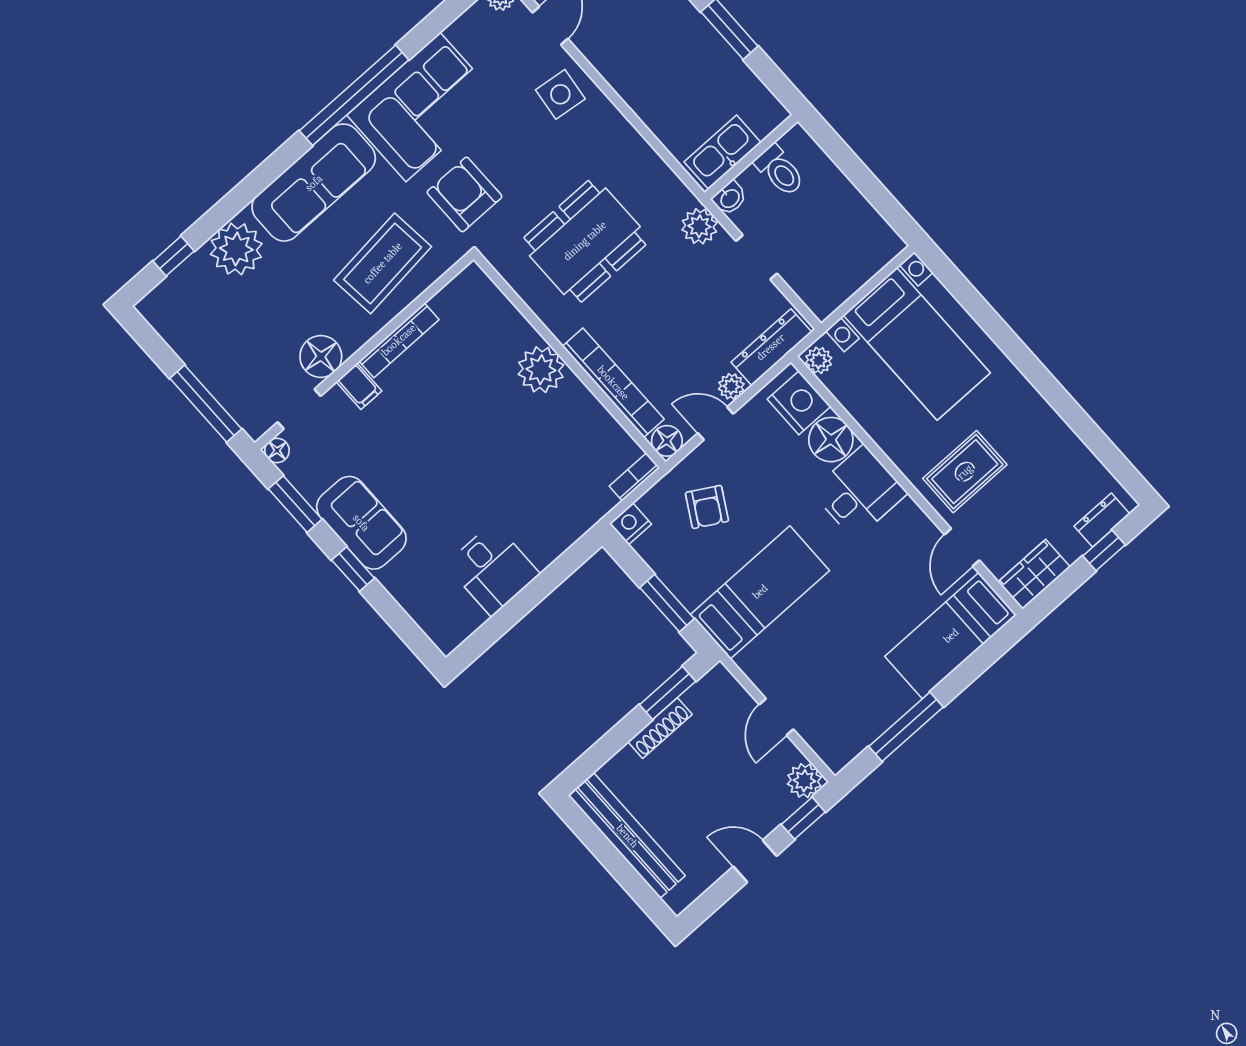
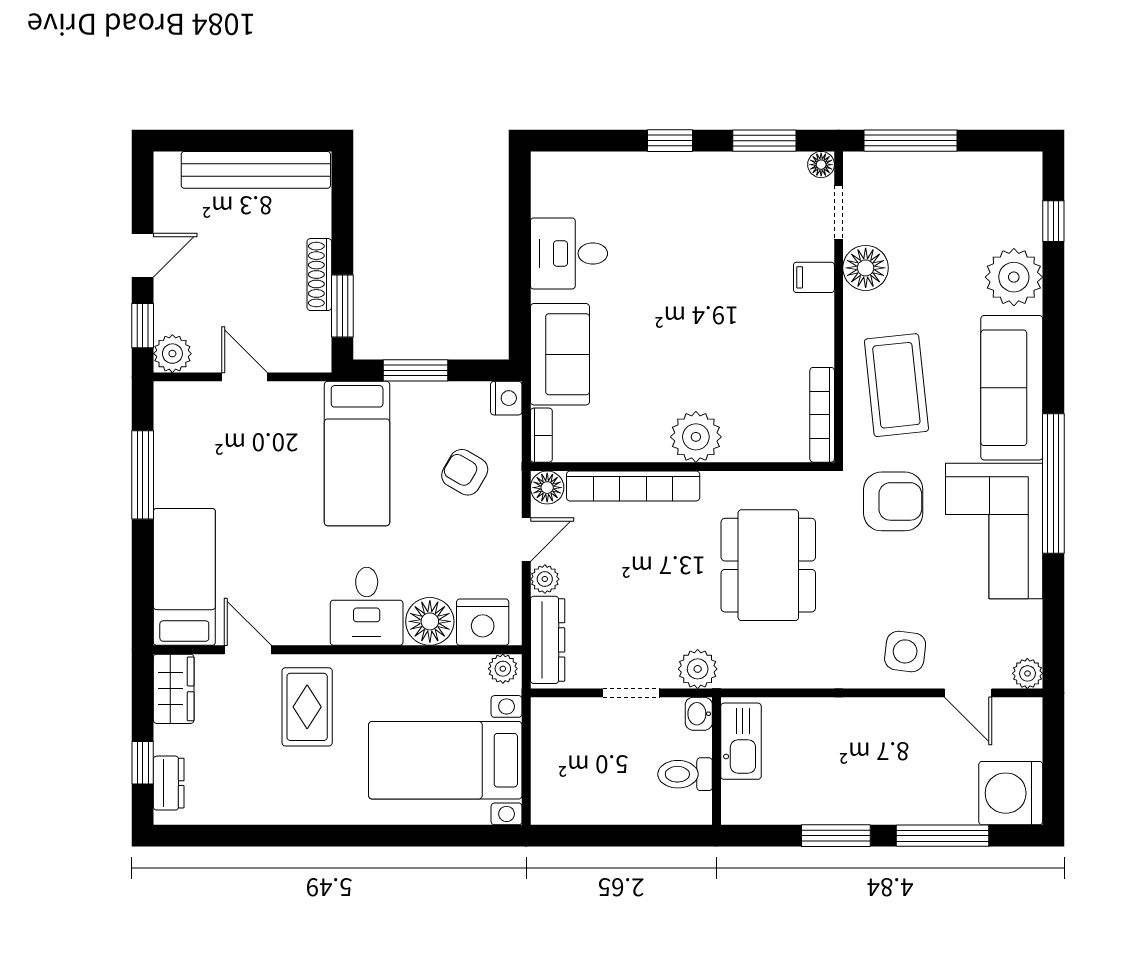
bookcase: (399, 340) -> (822, 415), moved
sofa: (361, 523) -> (560, 354), moved, turned -90

